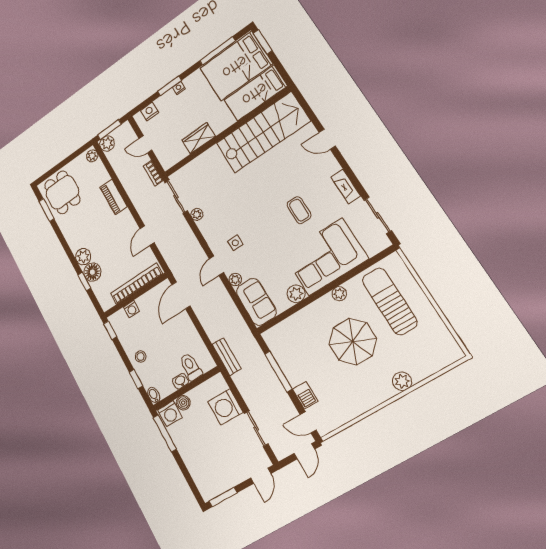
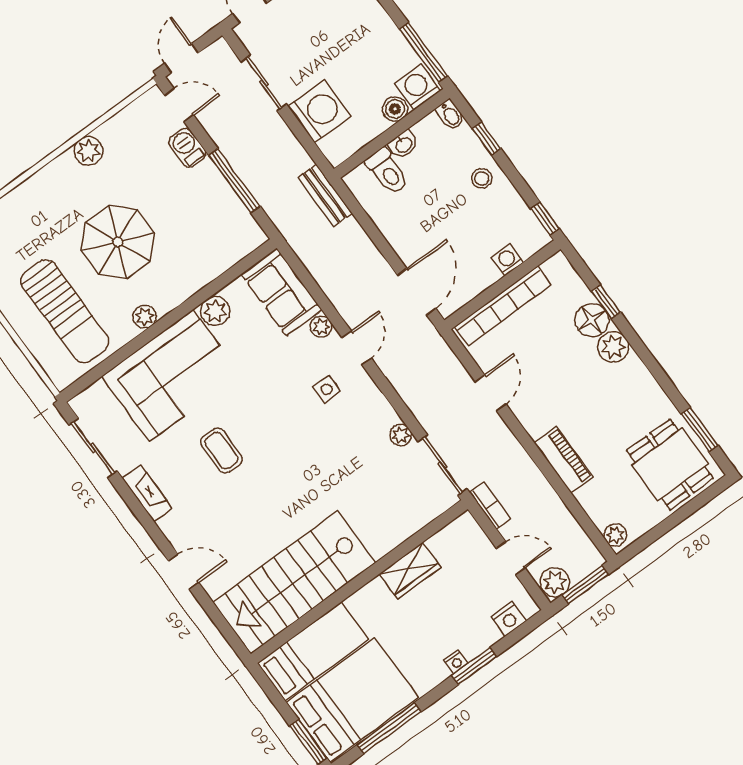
plant: (107, 144) -> (555, 582), moved
plant: (402, 381) -> (88, 151), moved

